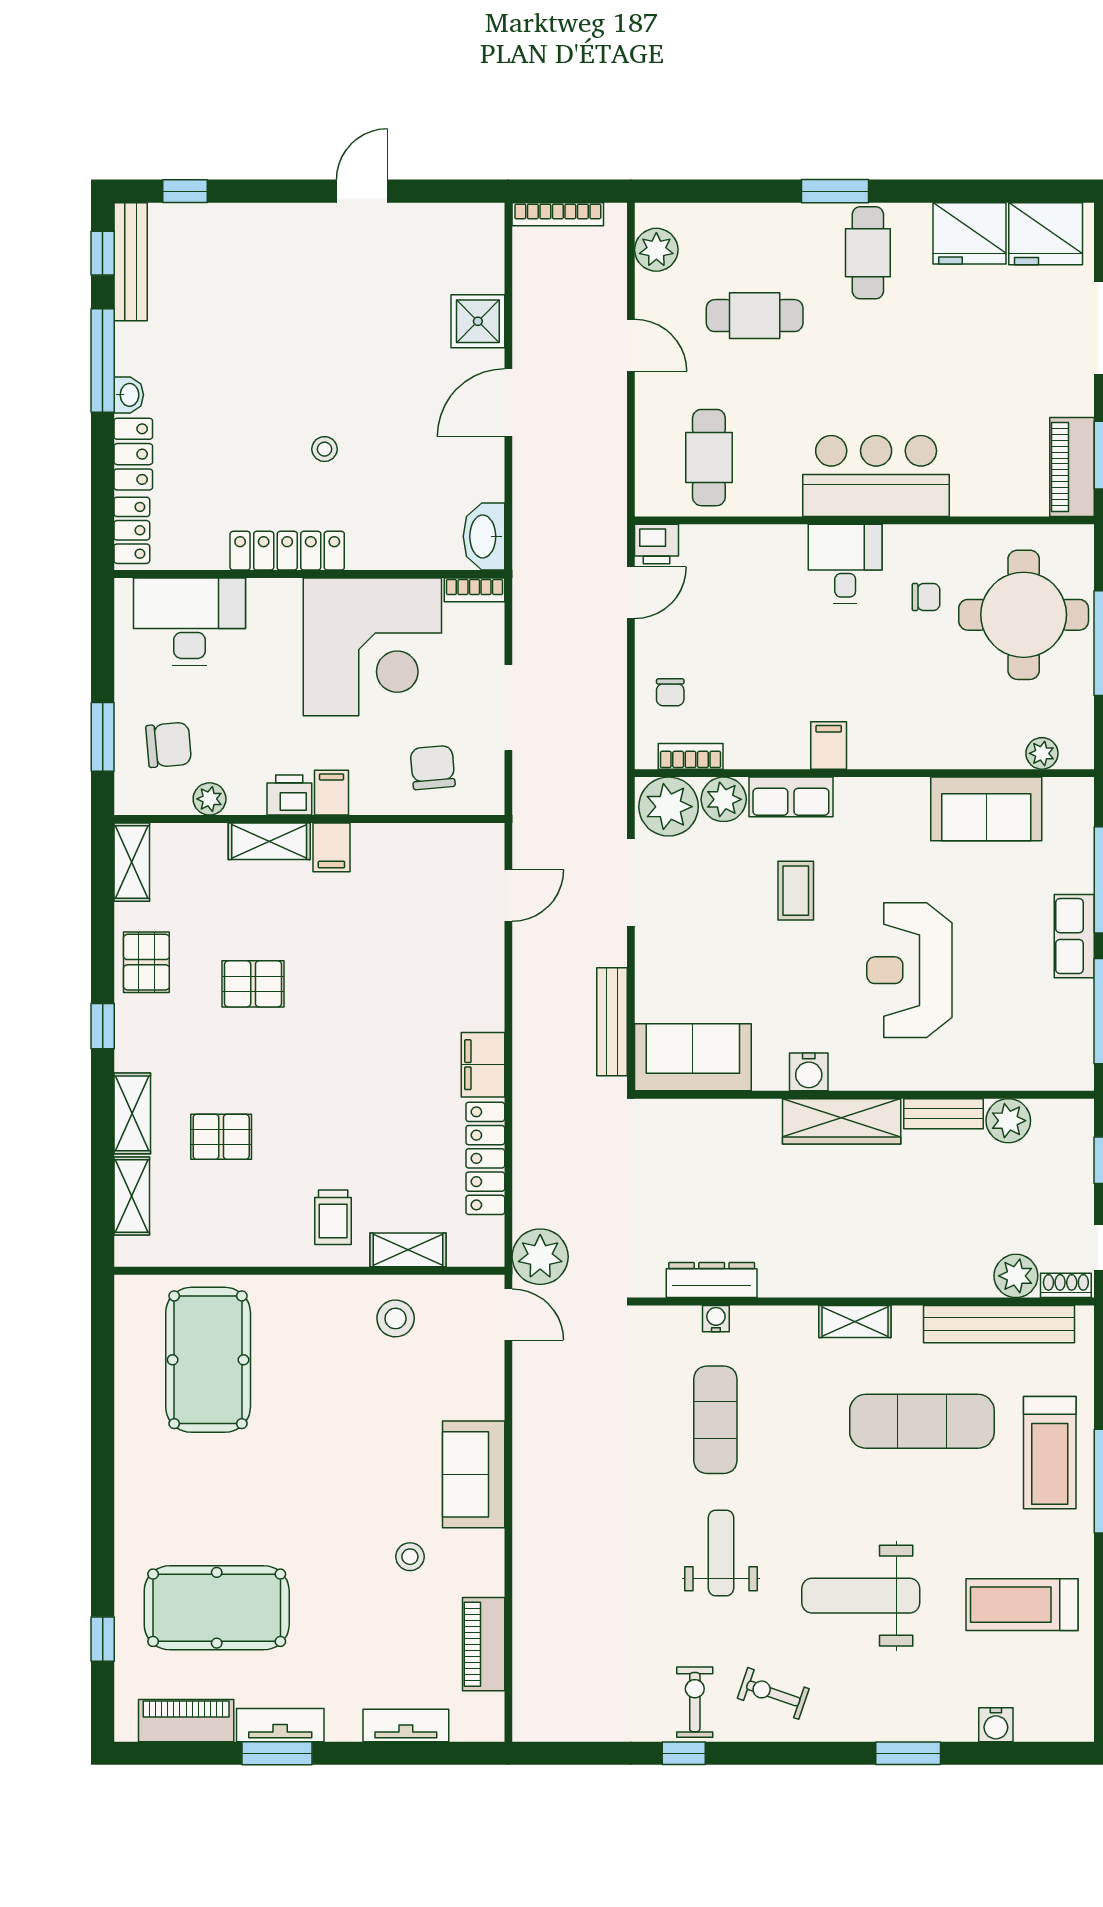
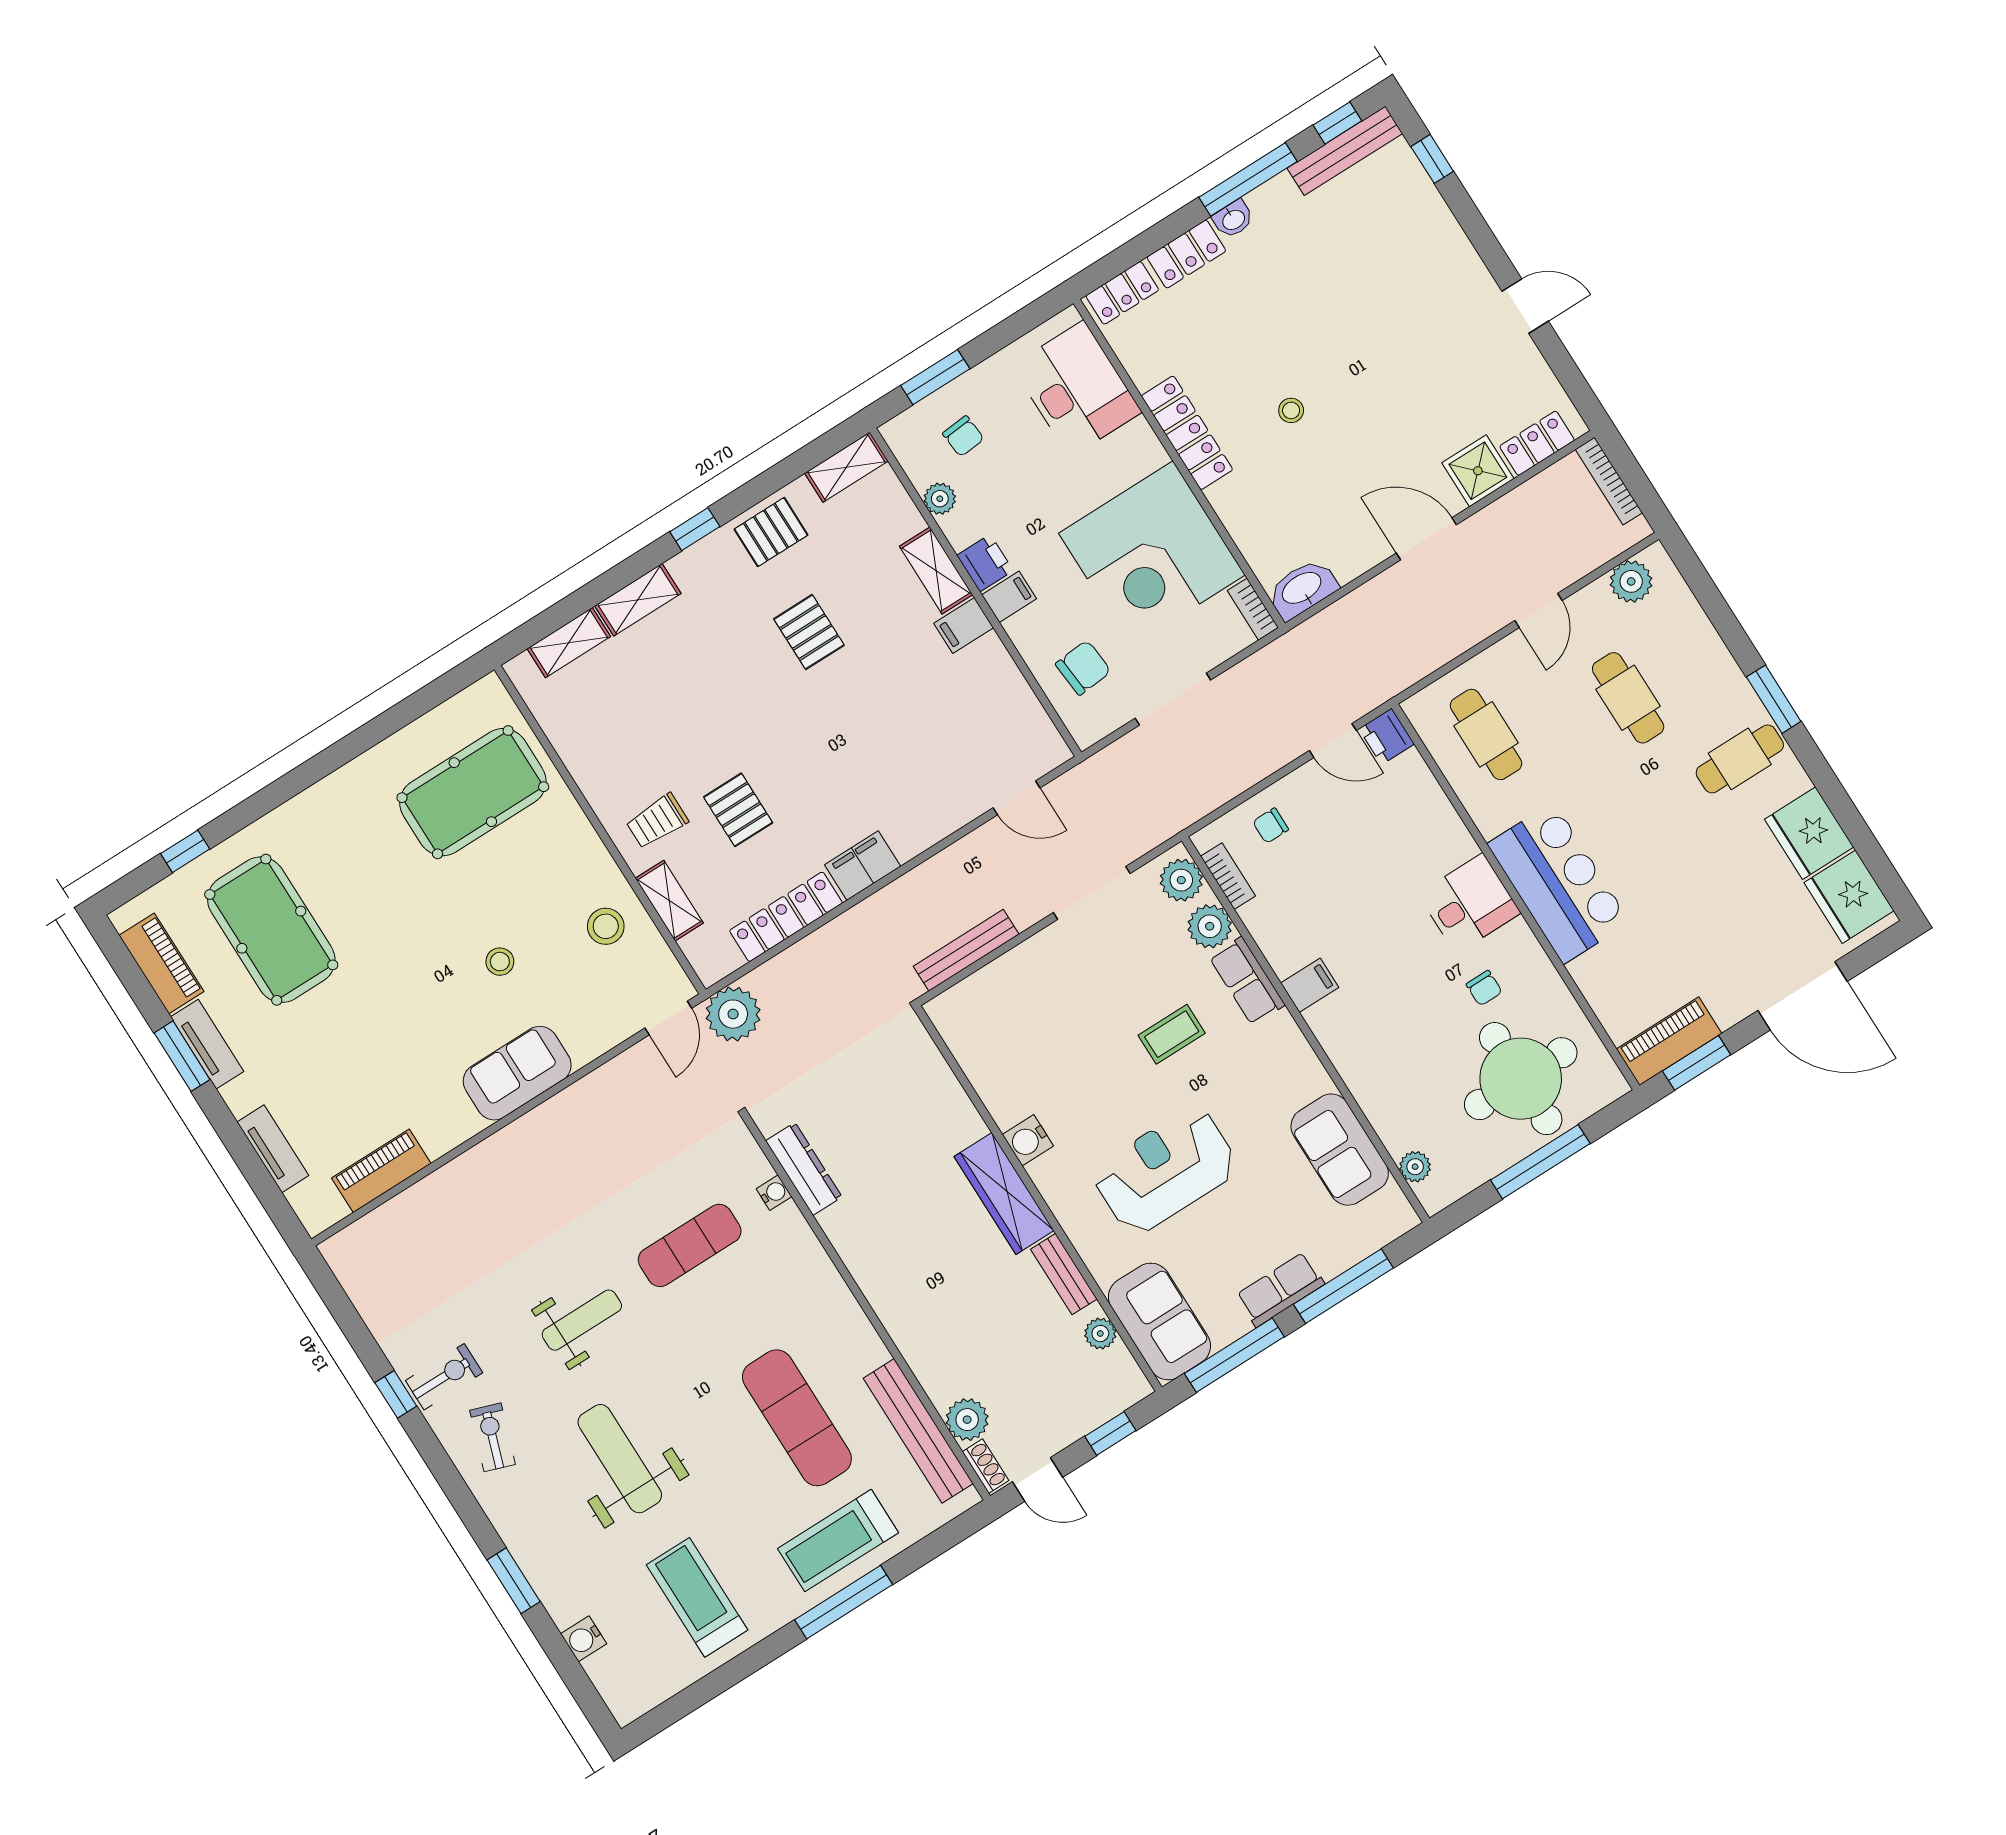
locker: (486, 256) -> (1537, 443), added
cafe table: (709, 458) -> (1486, 734), turned 90
chair: (169, 745) -> (963, 436), width x0.73, depth x0.73
plant: (669, 807) -> (1181, 880), width x0.73, depth x0.73
sofa: (693, 1057) -> (1159, 1321), moved
plant: (1008, 1121) -> (1100, 1334), width x0.73, depth x0.73
pallet: (221, 1137) -> (738, 810), moved
shelving: (855, 1321) -> (845, 1310), removed
stool: (410, 1557) -> (500, 962), moved

